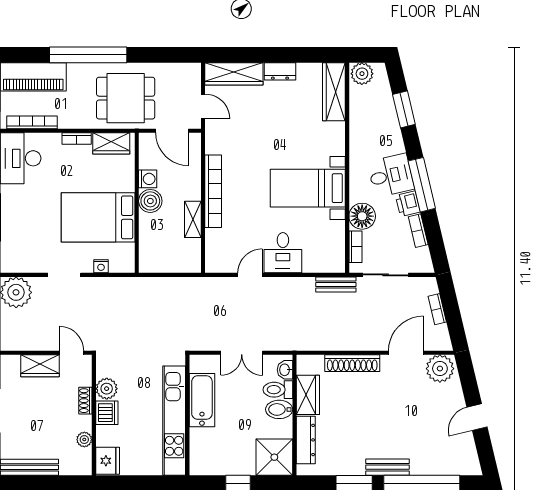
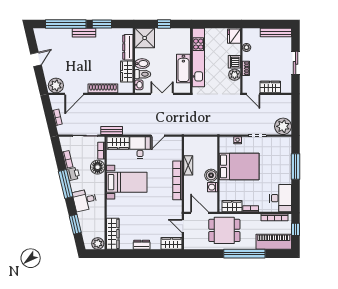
wardrobe: (234, 74) -> (171, 243), width x0.67
desk: (391, 175) -> (85, 200), moved
wardrobe: (324, 261) -> (118, 143), added

